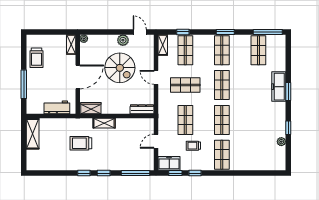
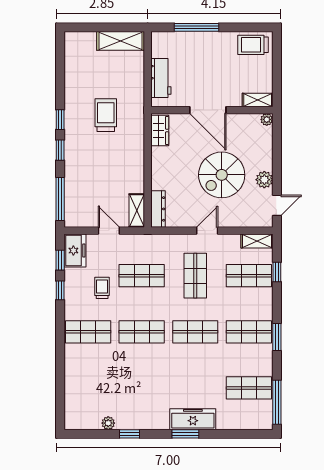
trolley: (37, 58) -> (253, 45), moved
shelving: (104, 123) -> (137, 211), moved

